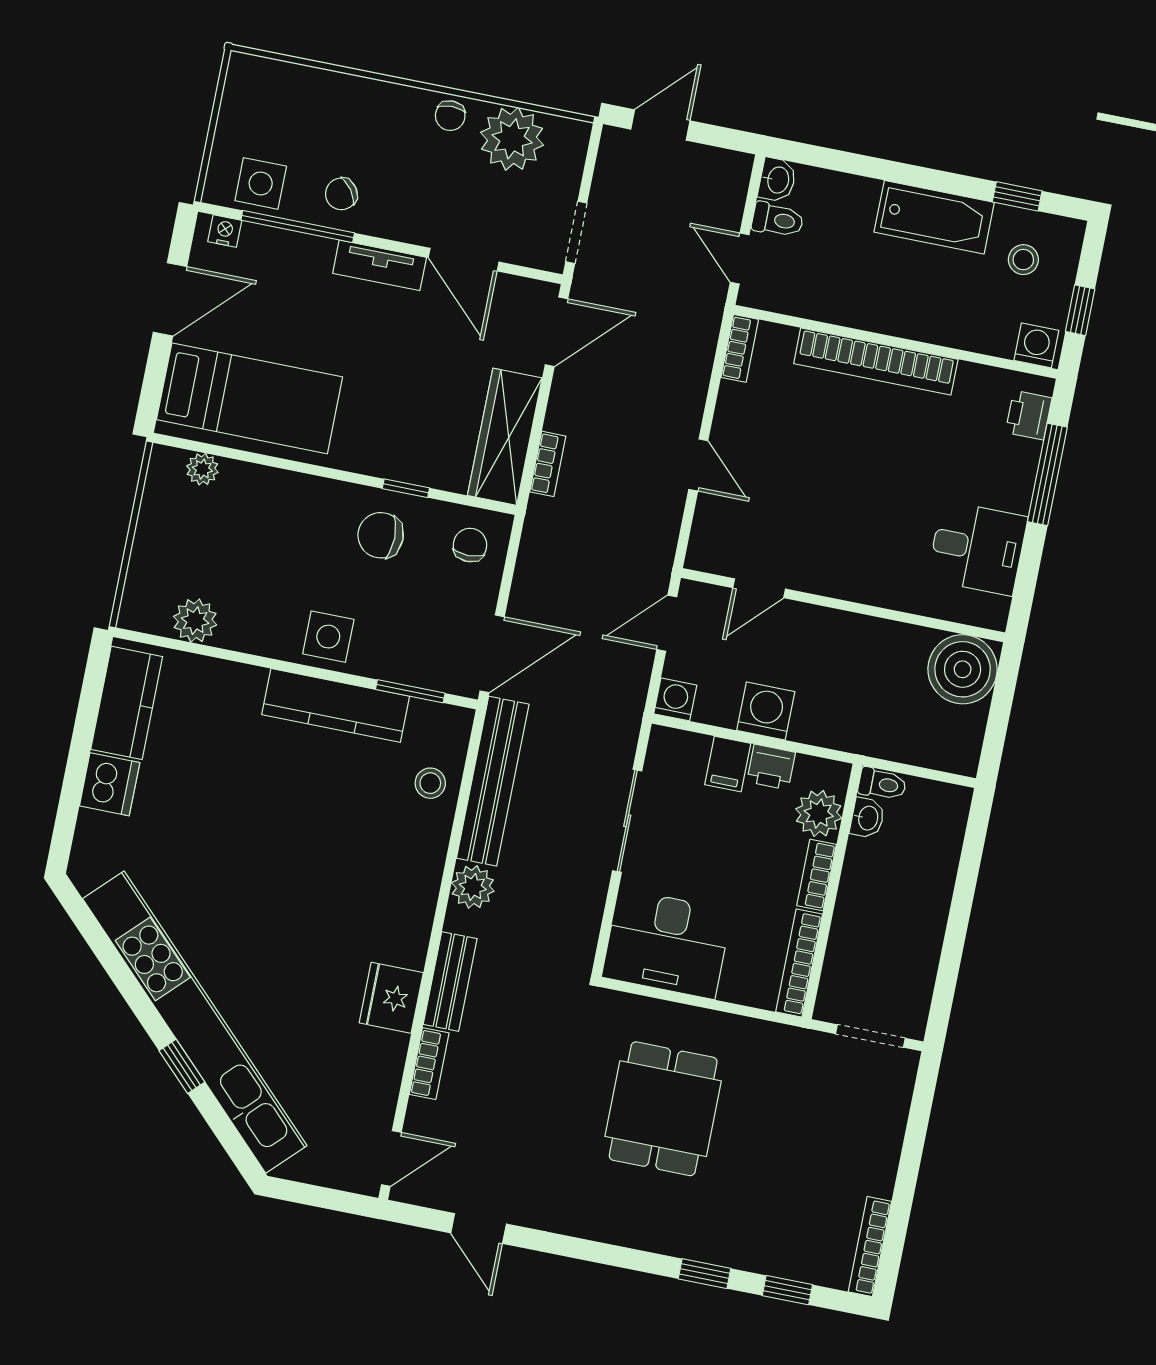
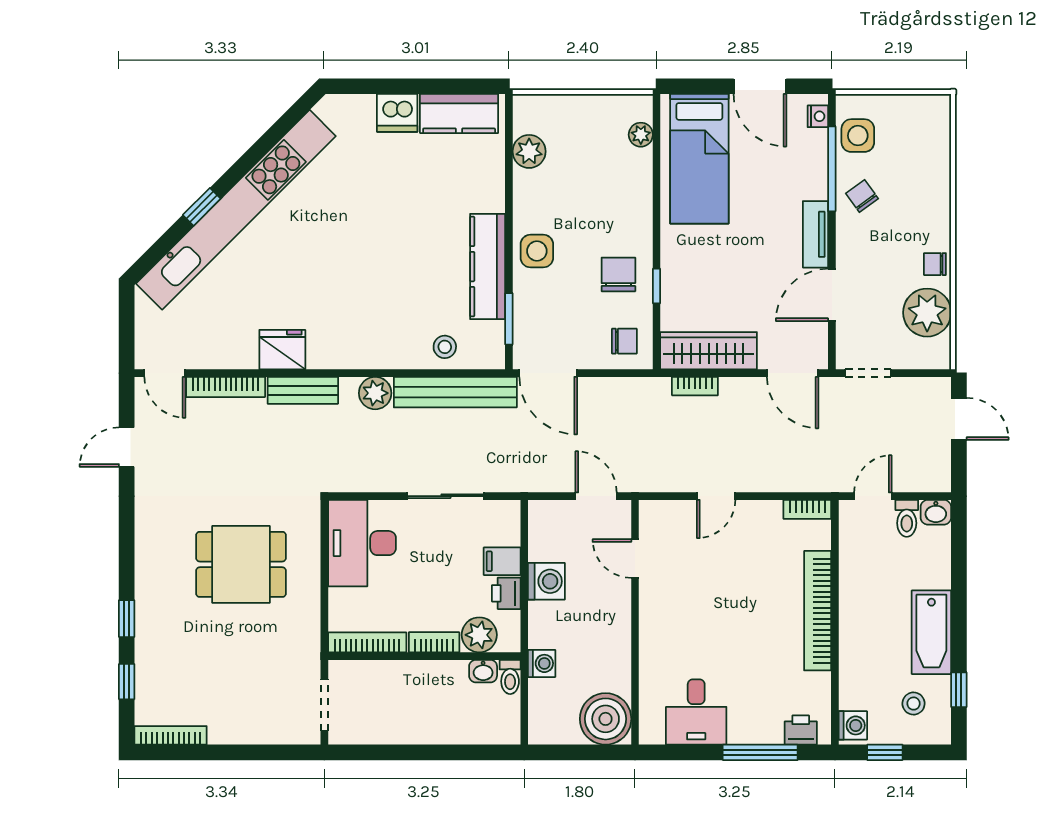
washing machine: (675, 699) -> (542, 663), moved
bookcase: (429, 1064) -> (226, 387), width x1.56

